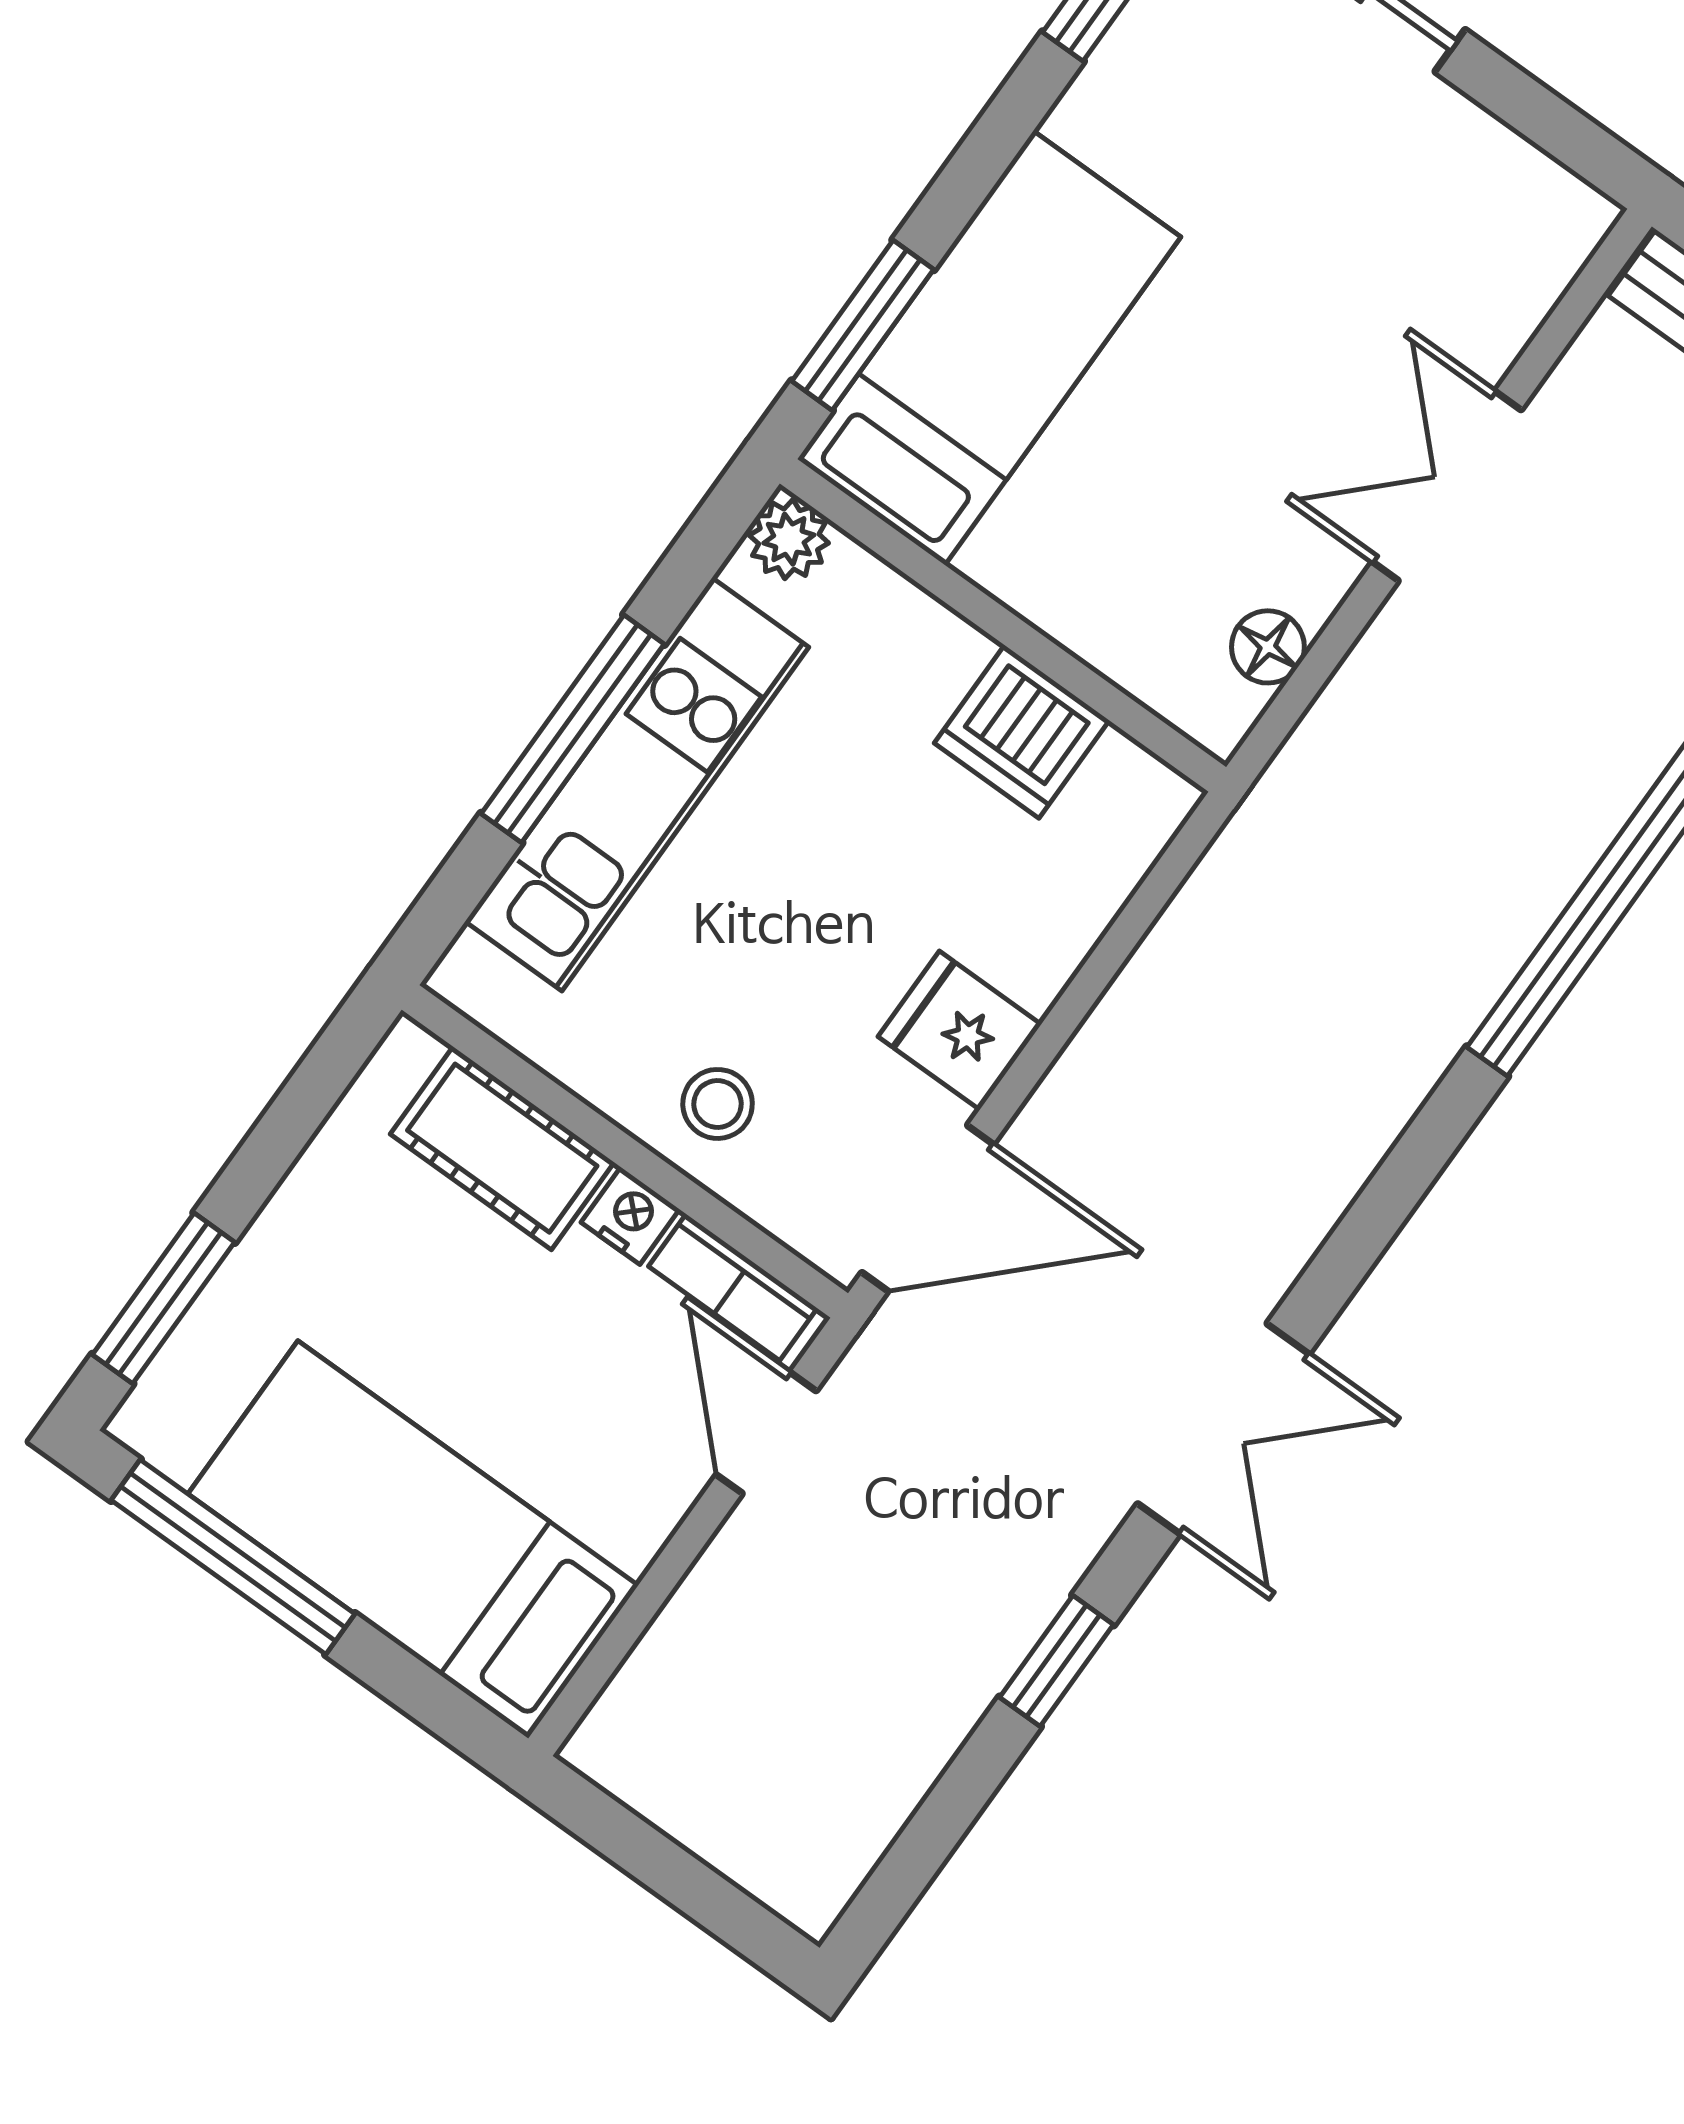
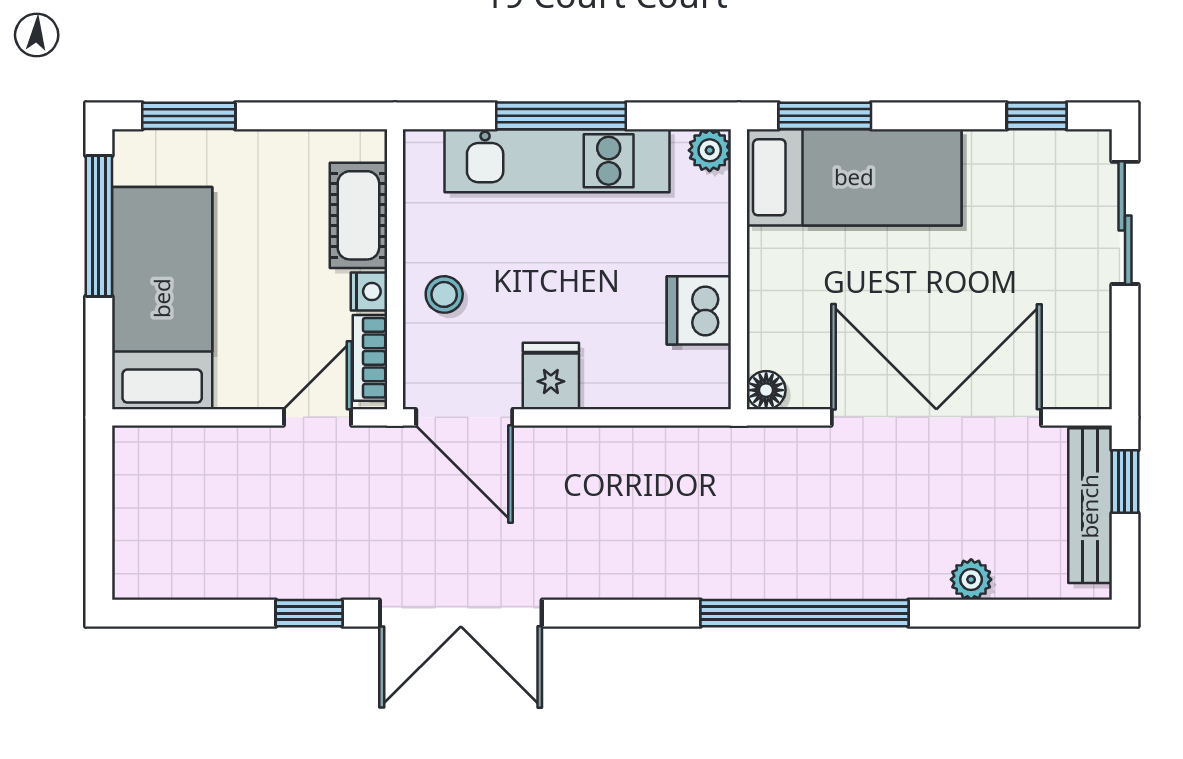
double door: (1447, 486) -> (936, 417), width x1.87
floor lamp: (1268, 647) -> (766, 390), moved
double door: (1223, 1429) -> (461, 613), width x1.37

